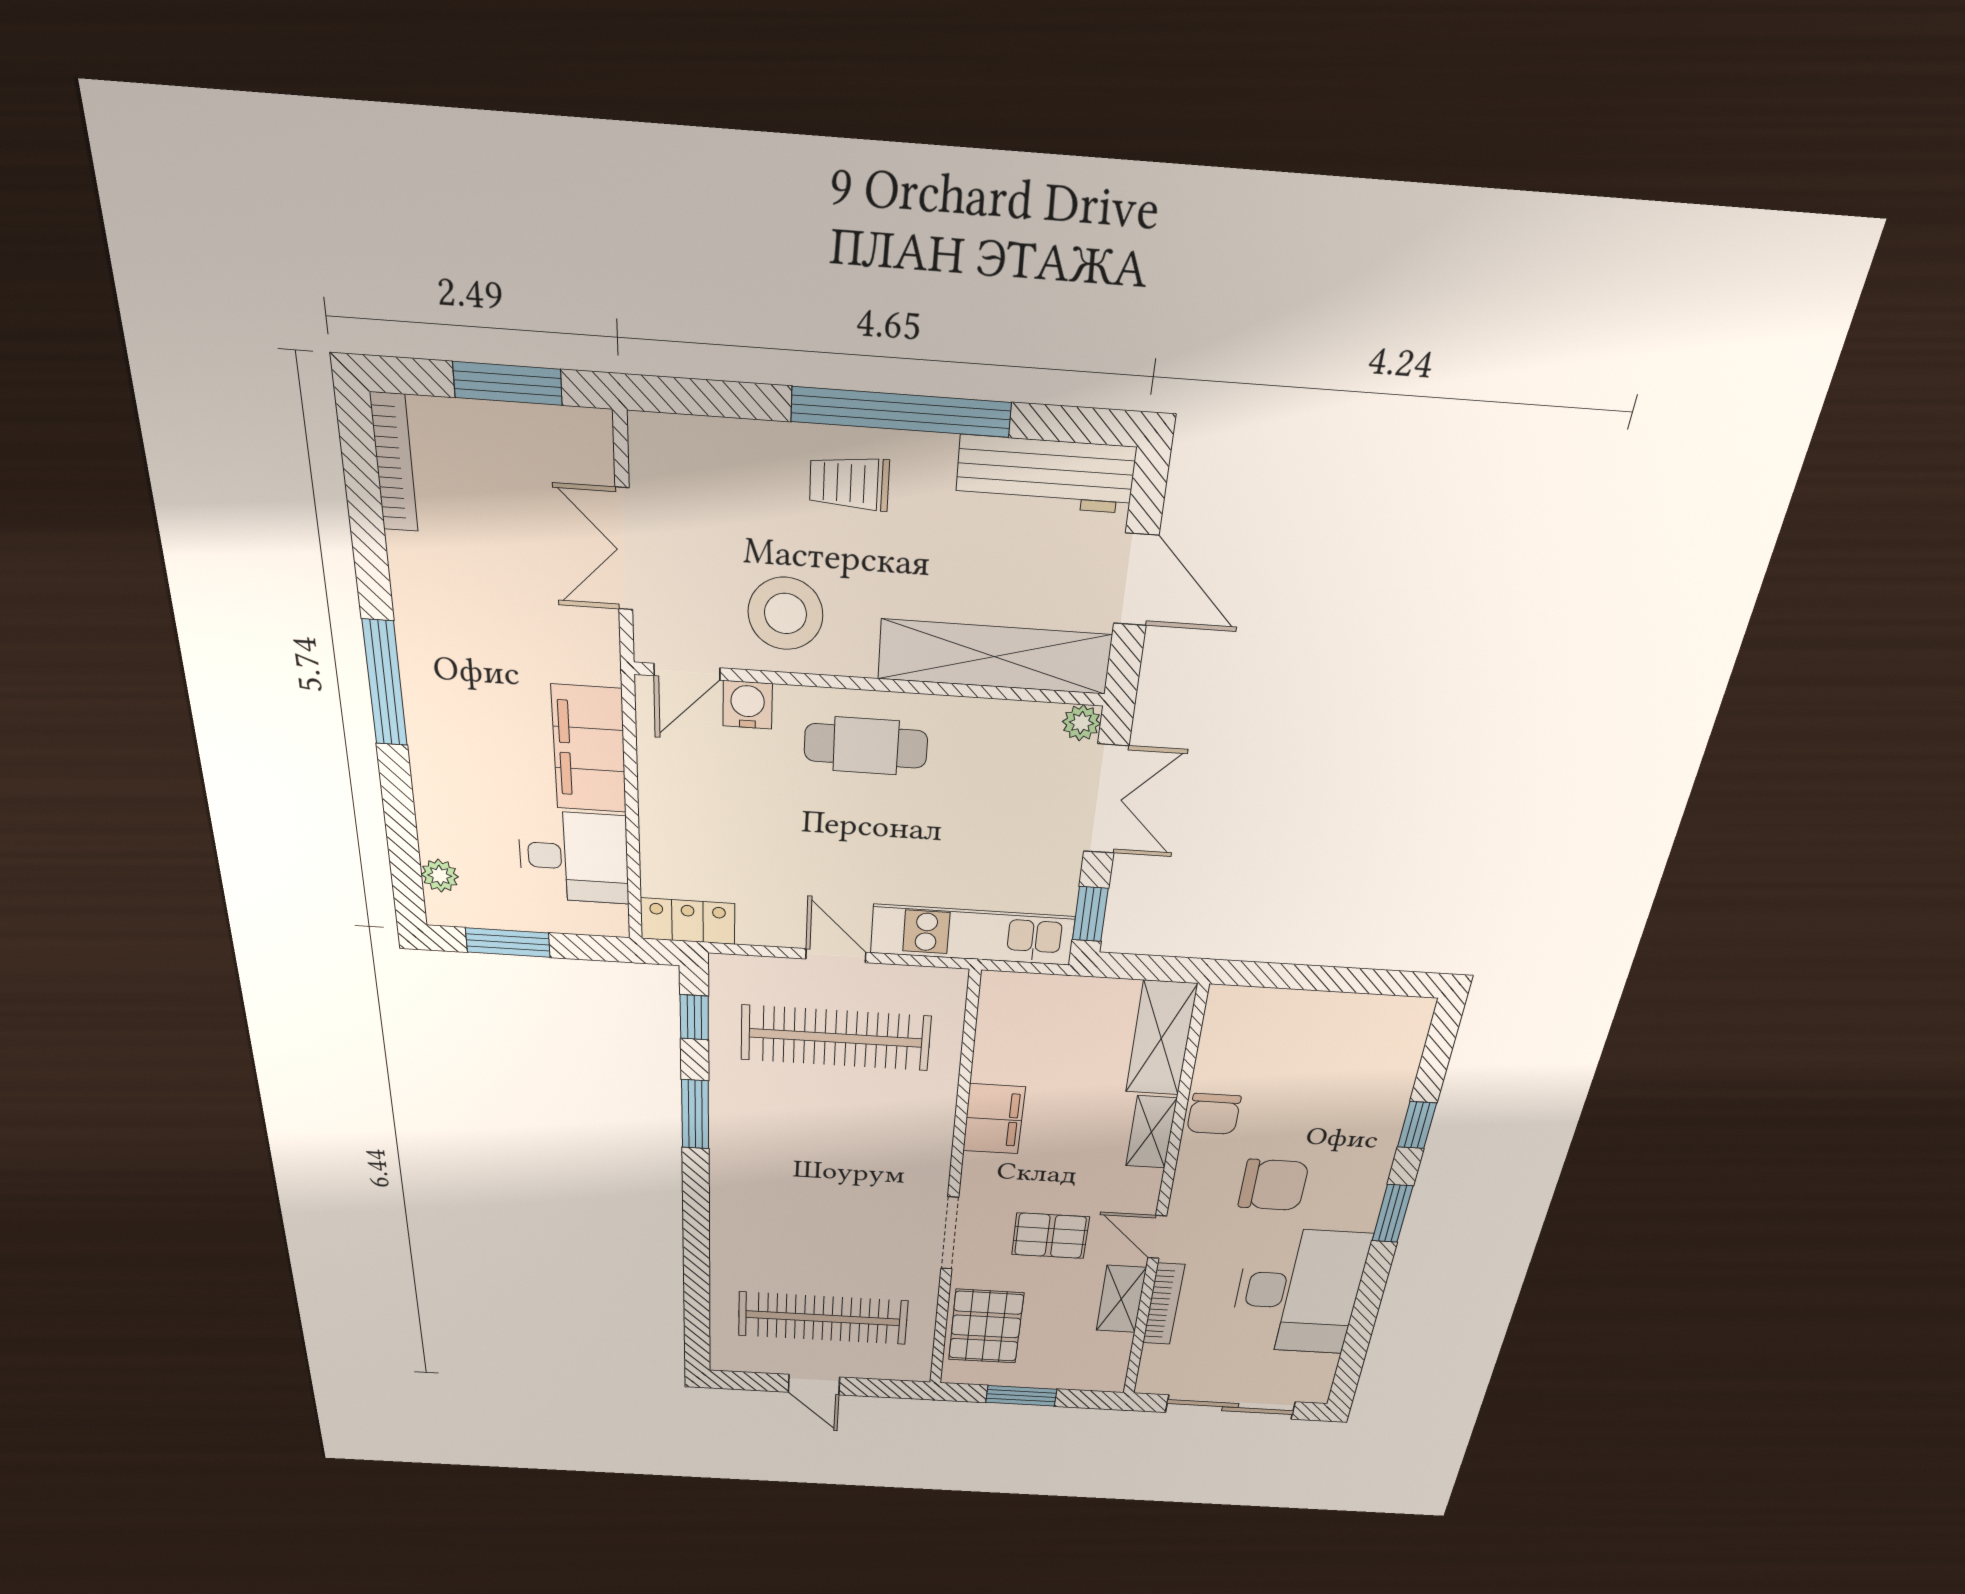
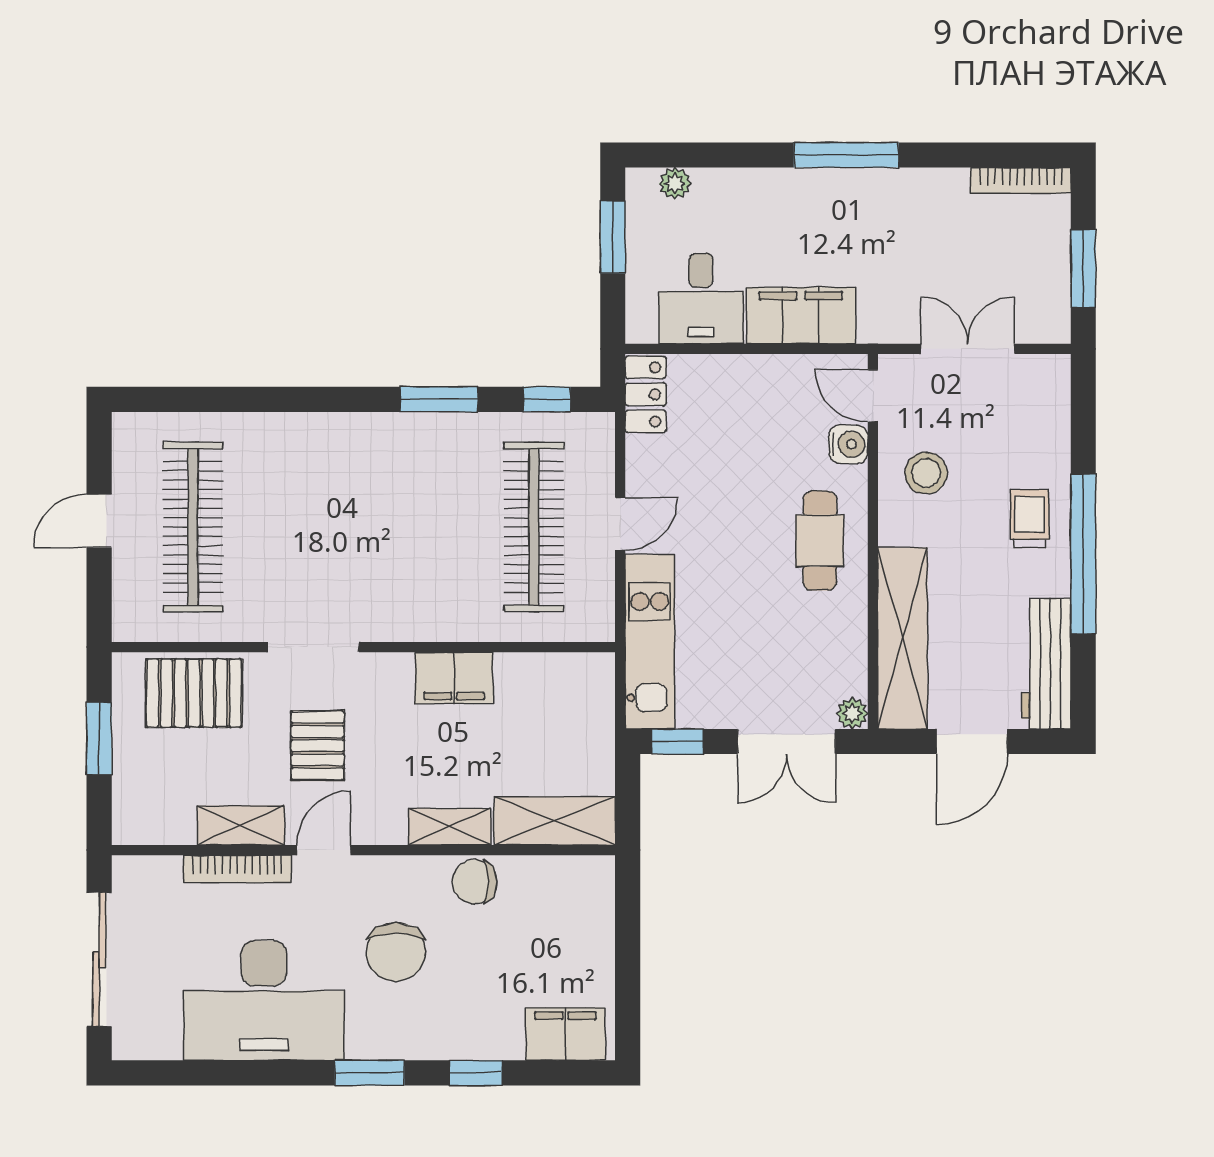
stool: (785, 614) -> (926, 473), width x0.73, depth x0.73
filing cabinet: (1397, 1043) -> (565, 1034), added

